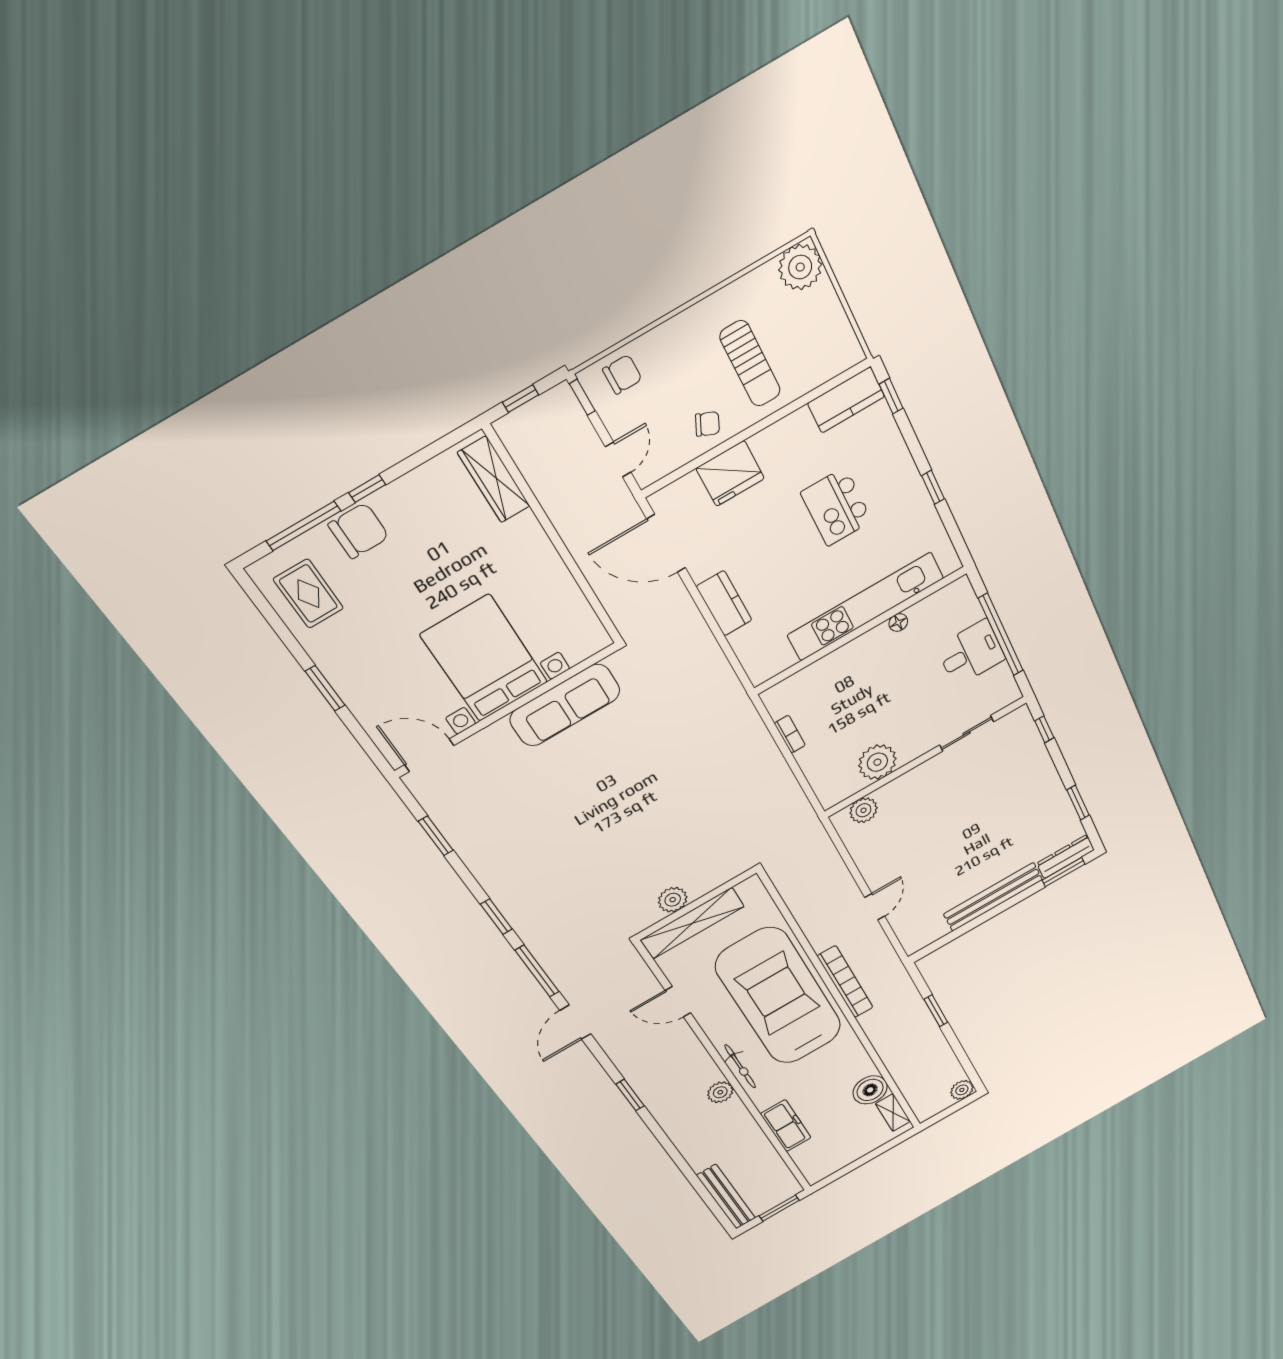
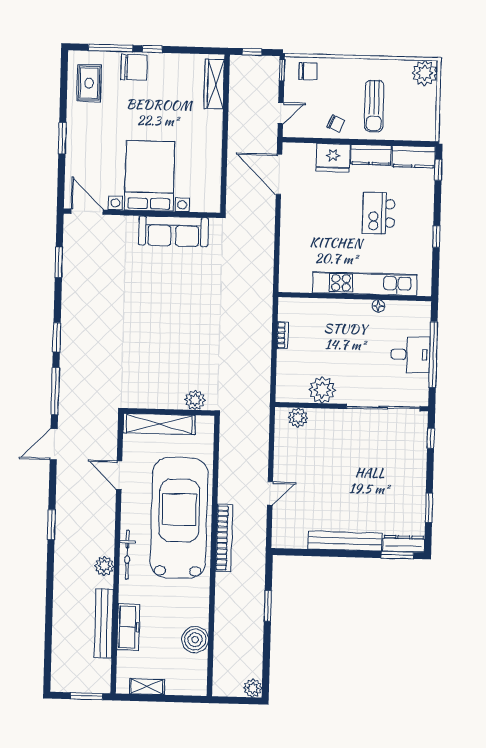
kitchen counter: (724, 603) -> (371, 155), moved, turned 90
sliding door: (967, 733) -> (383, 408), width x1.86
plant: (673, 900) -> (195, 400), moved
shelving: (893, 1113) -> (147, 687), moved, turned 90
bench: (726, 1197) -> (104, 623), moved

